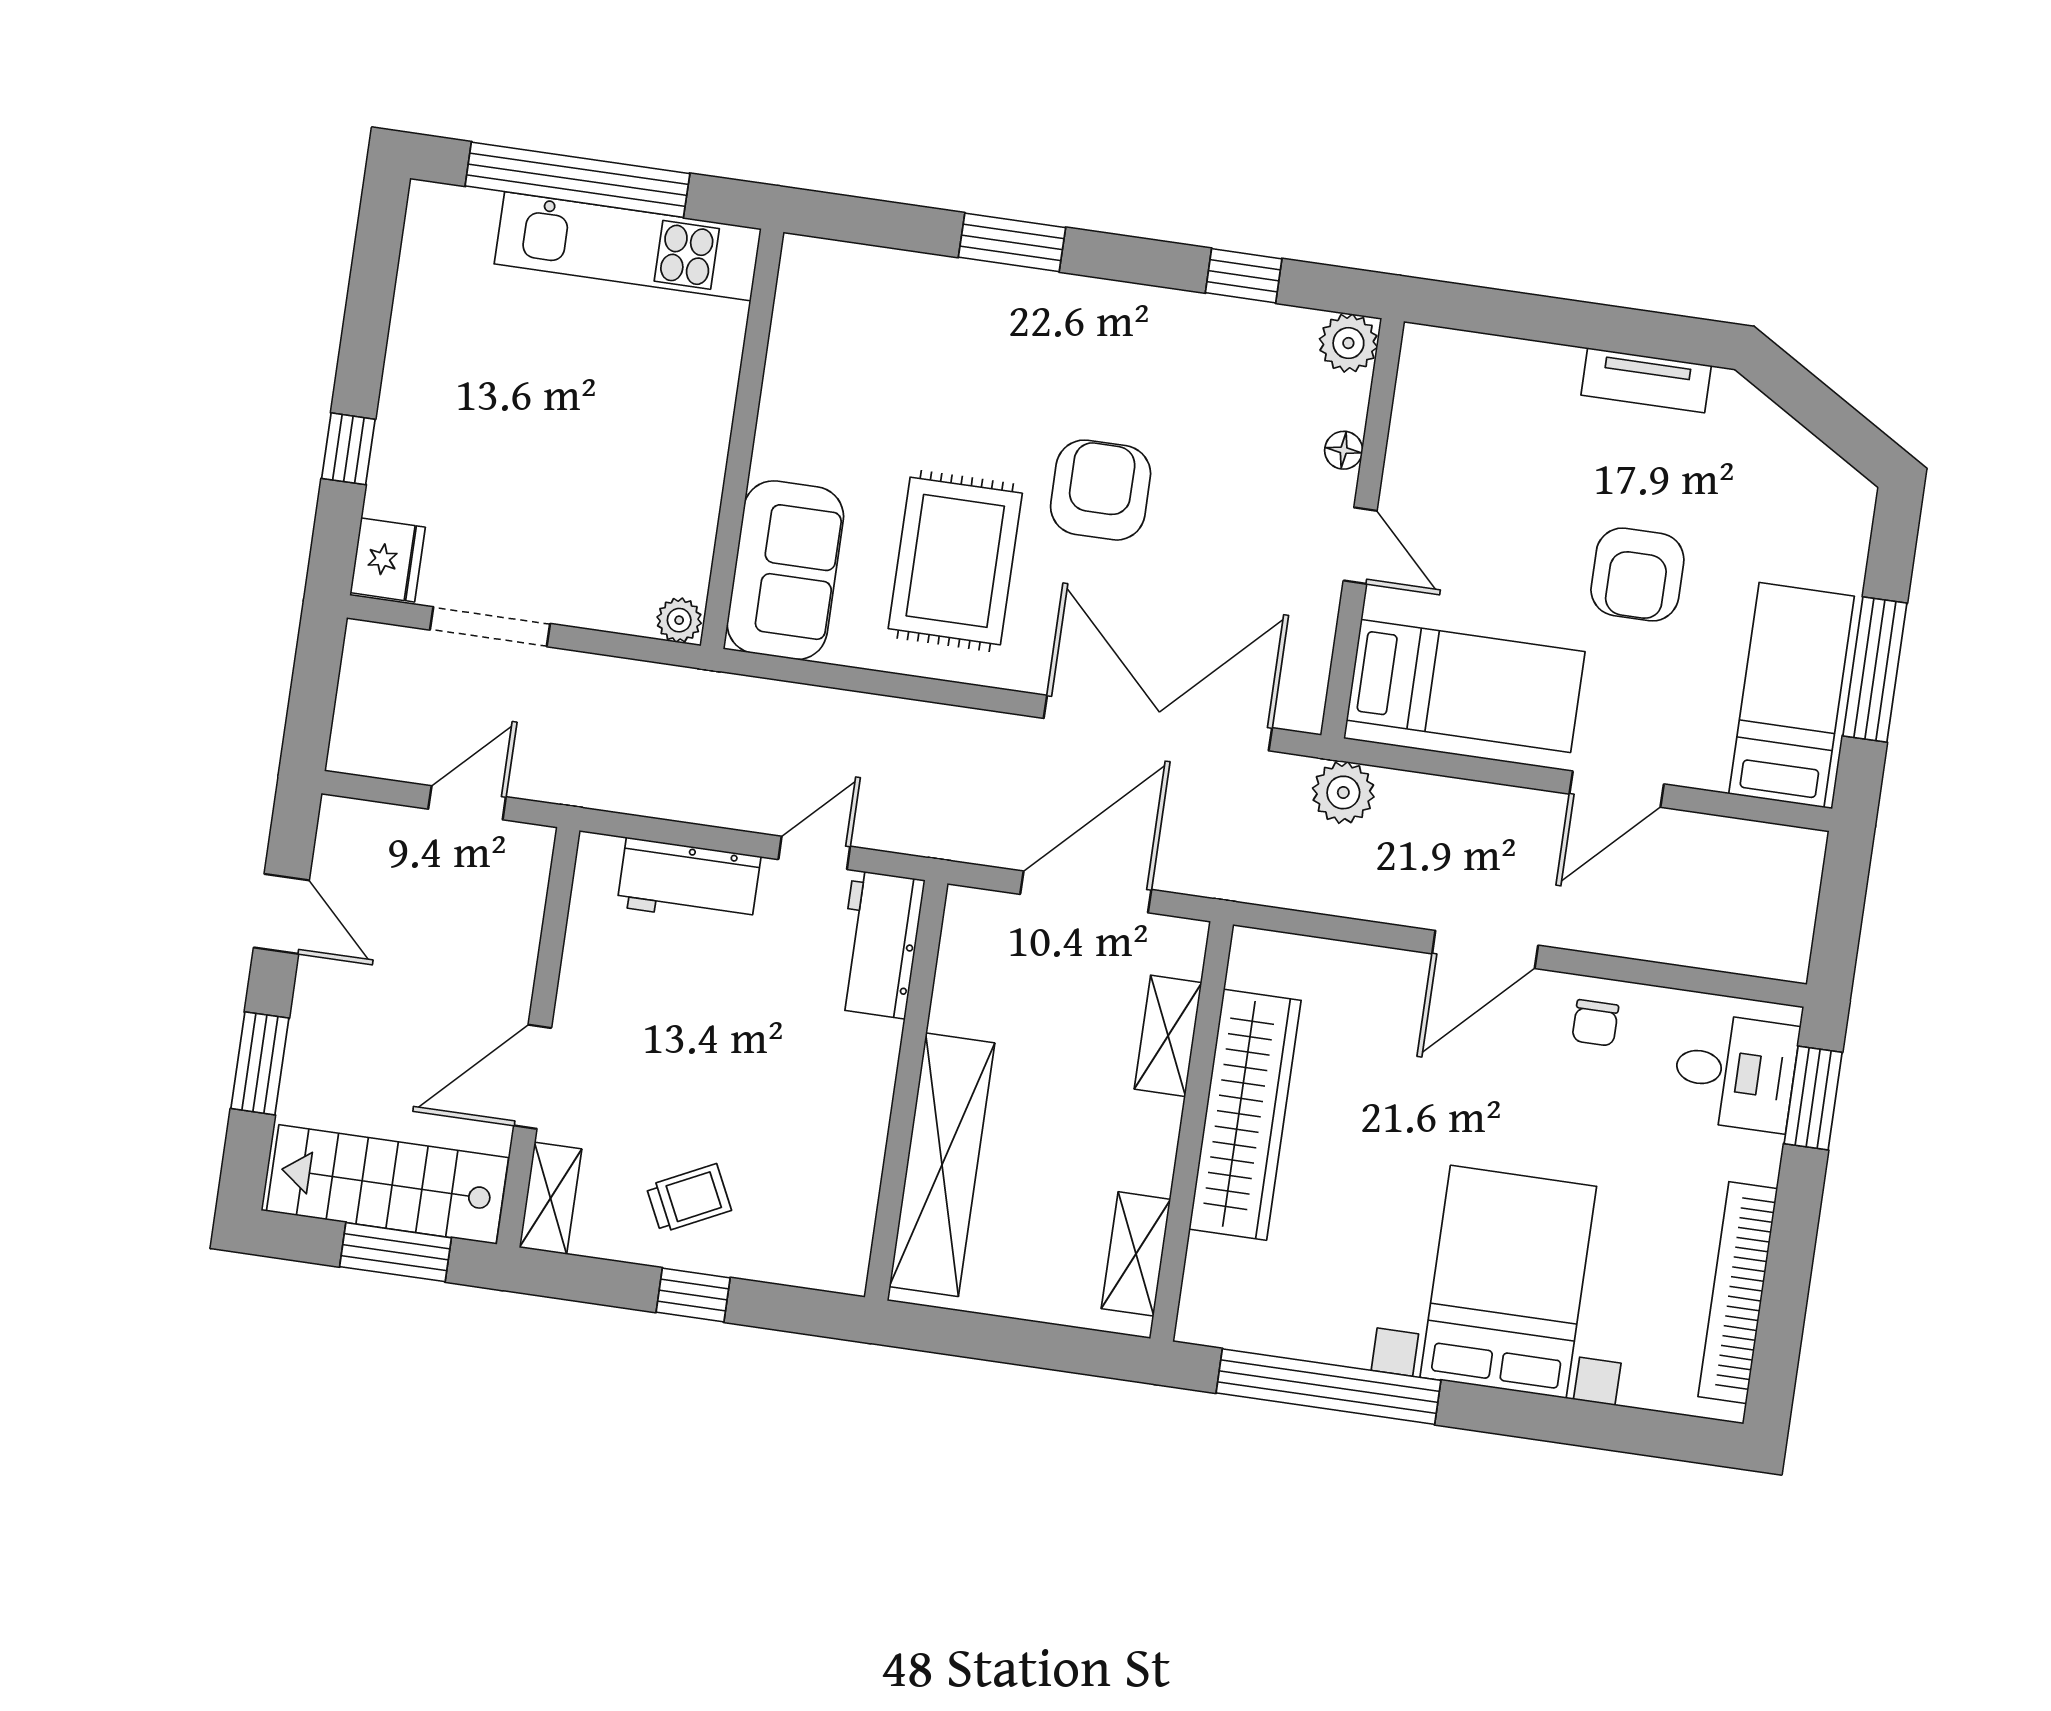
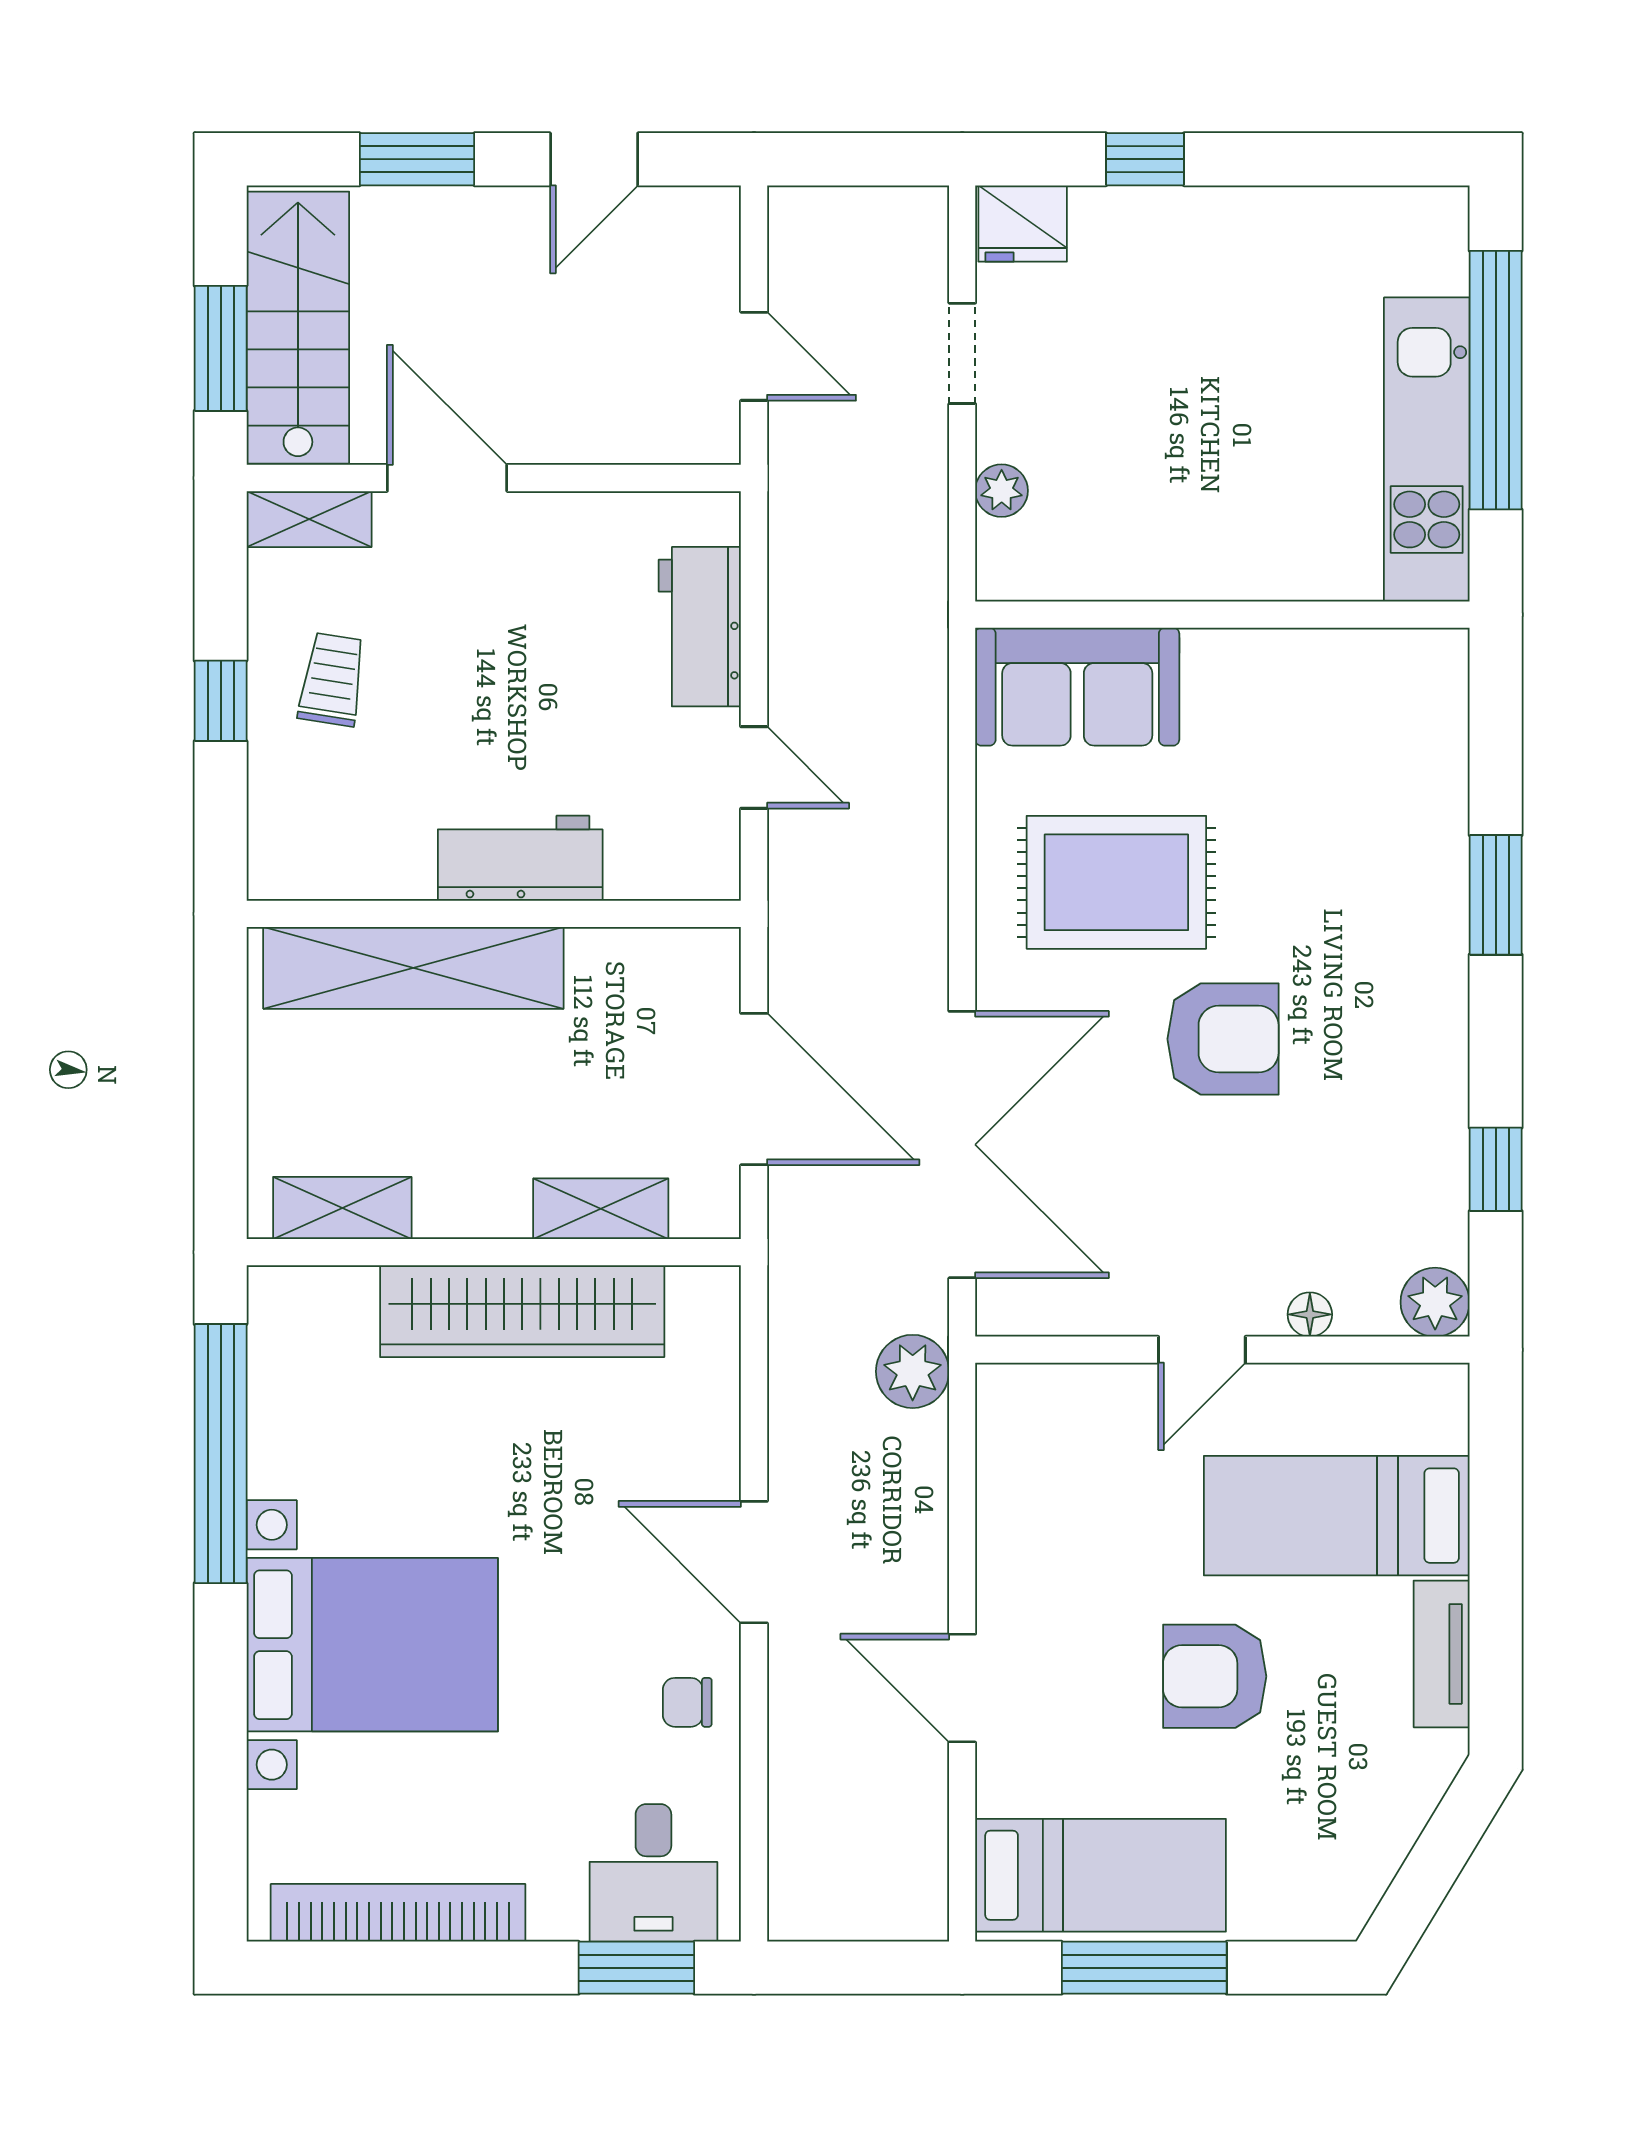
plant: (679, 620) -> (1002, 491), moved
doorway: (490, 627) -> (962, 353), width x0.73
bed: (1466, 686) -> (1337, 1516), moved, turned 90
workbench: (879, 944) -> (520, 858), moved
trolley: (689, 1198) -> (332, 680), turned -145

